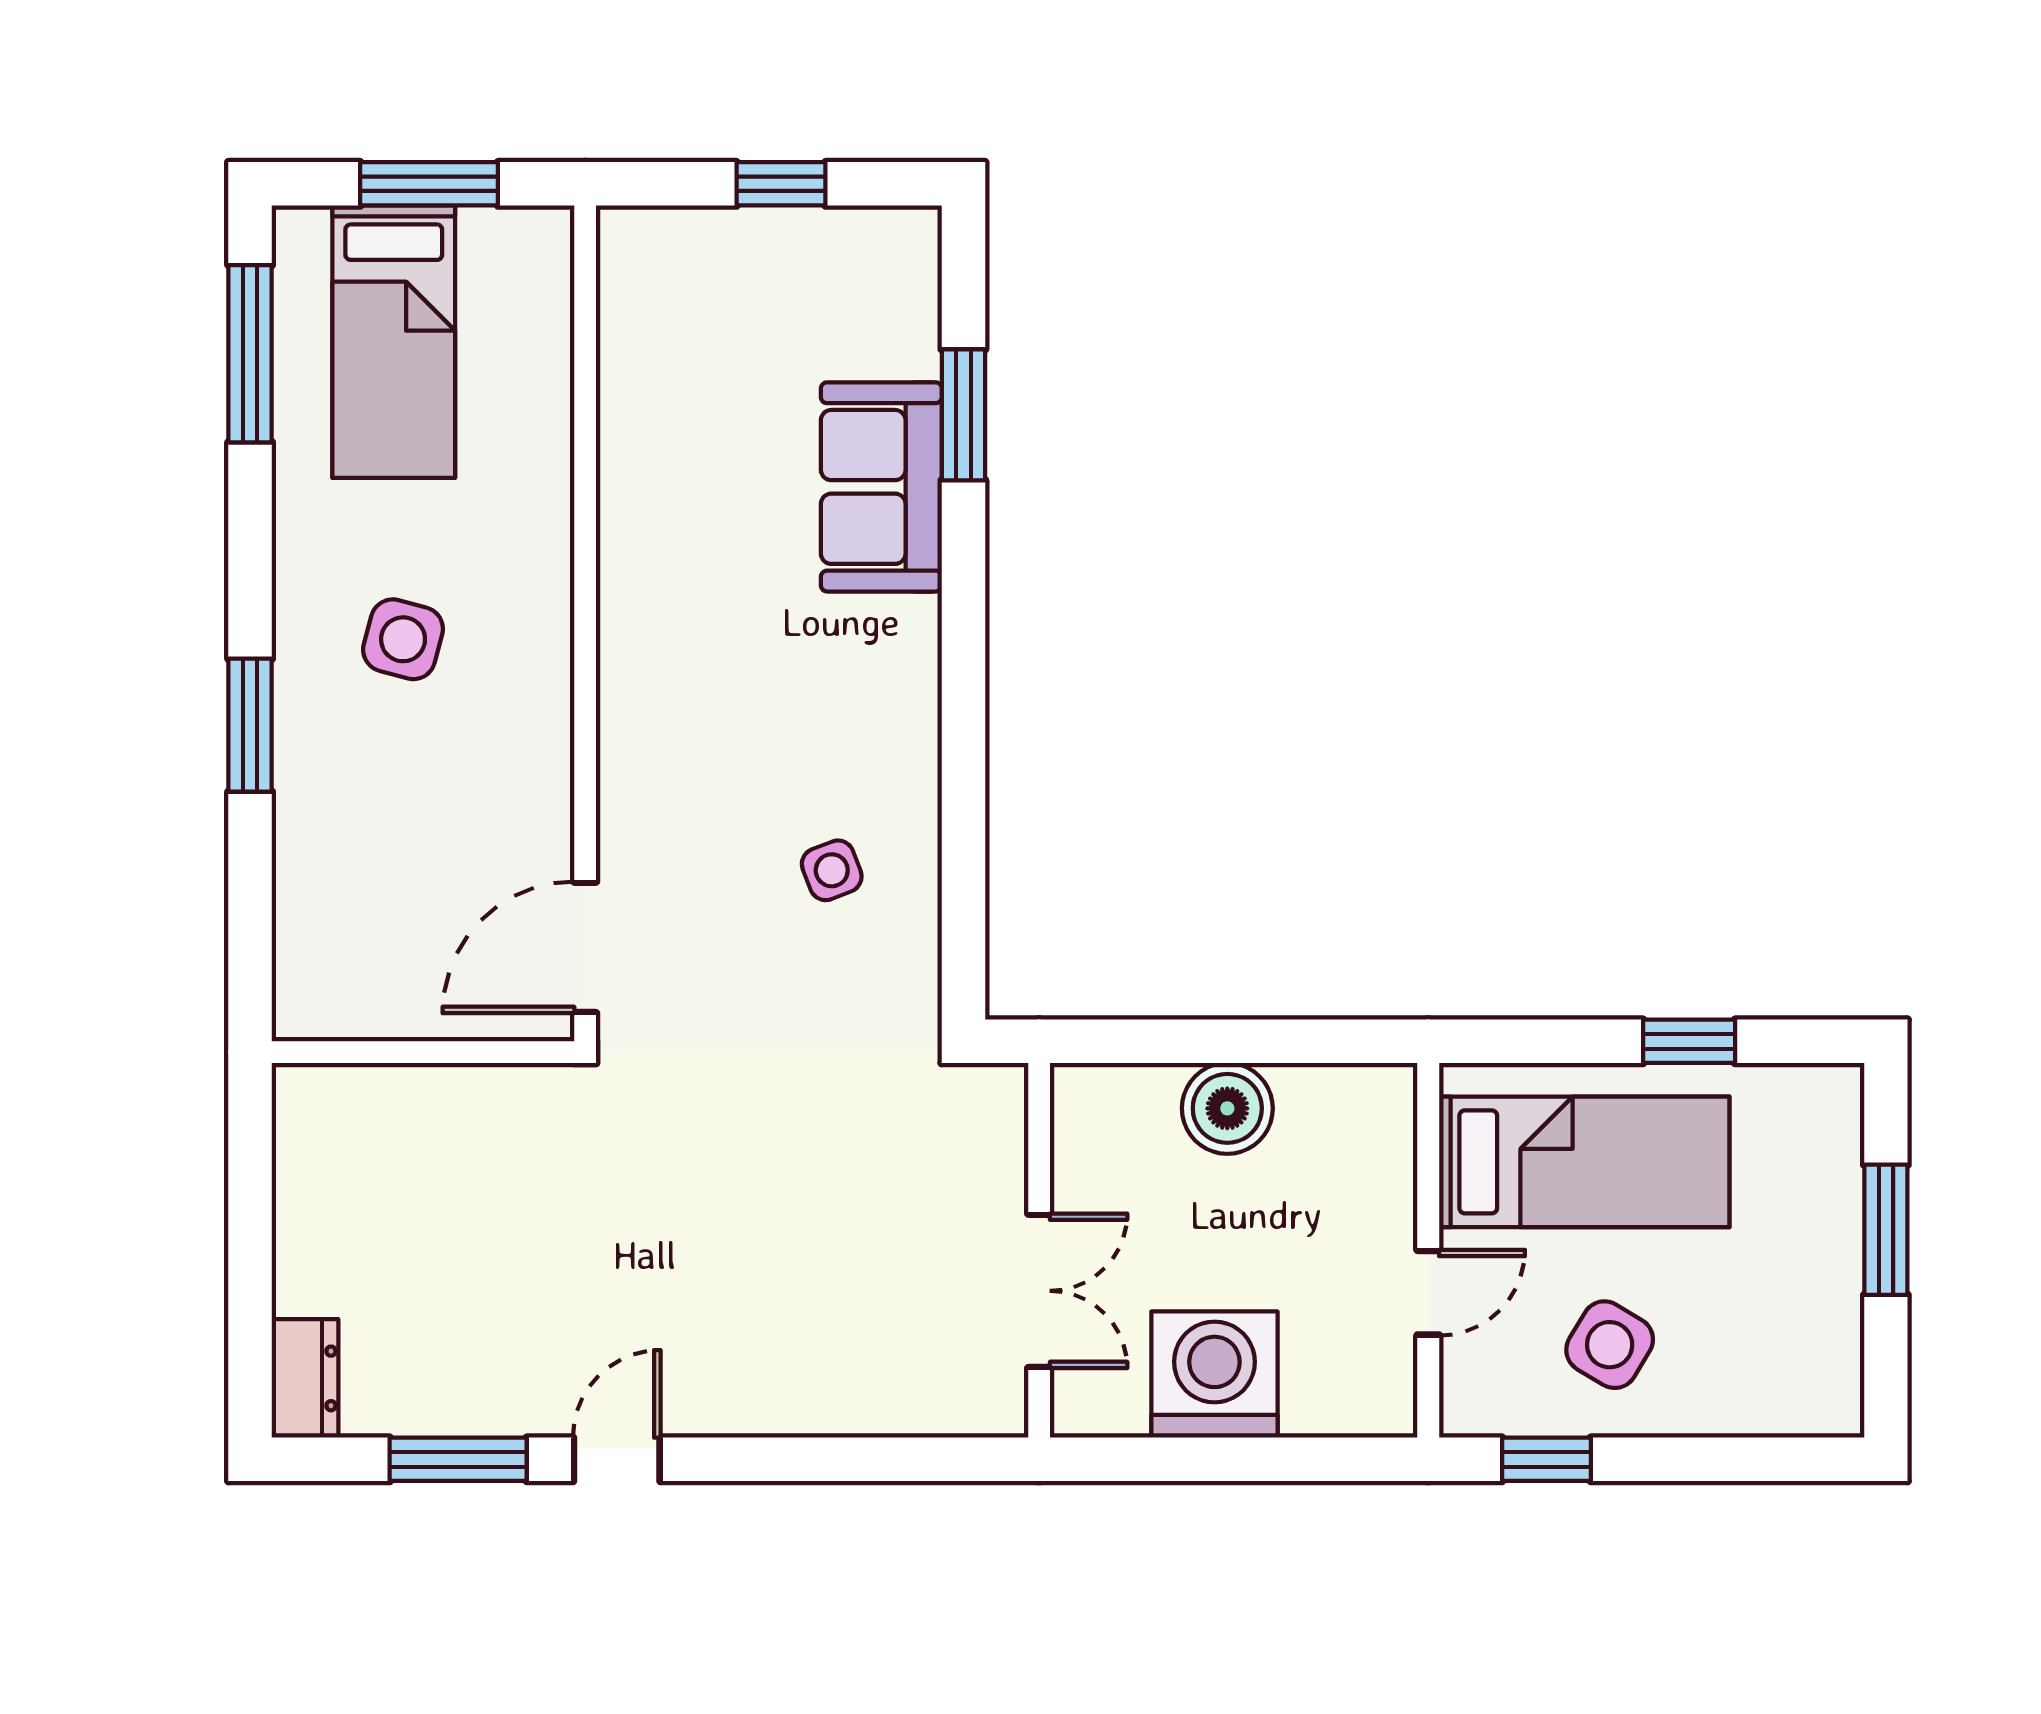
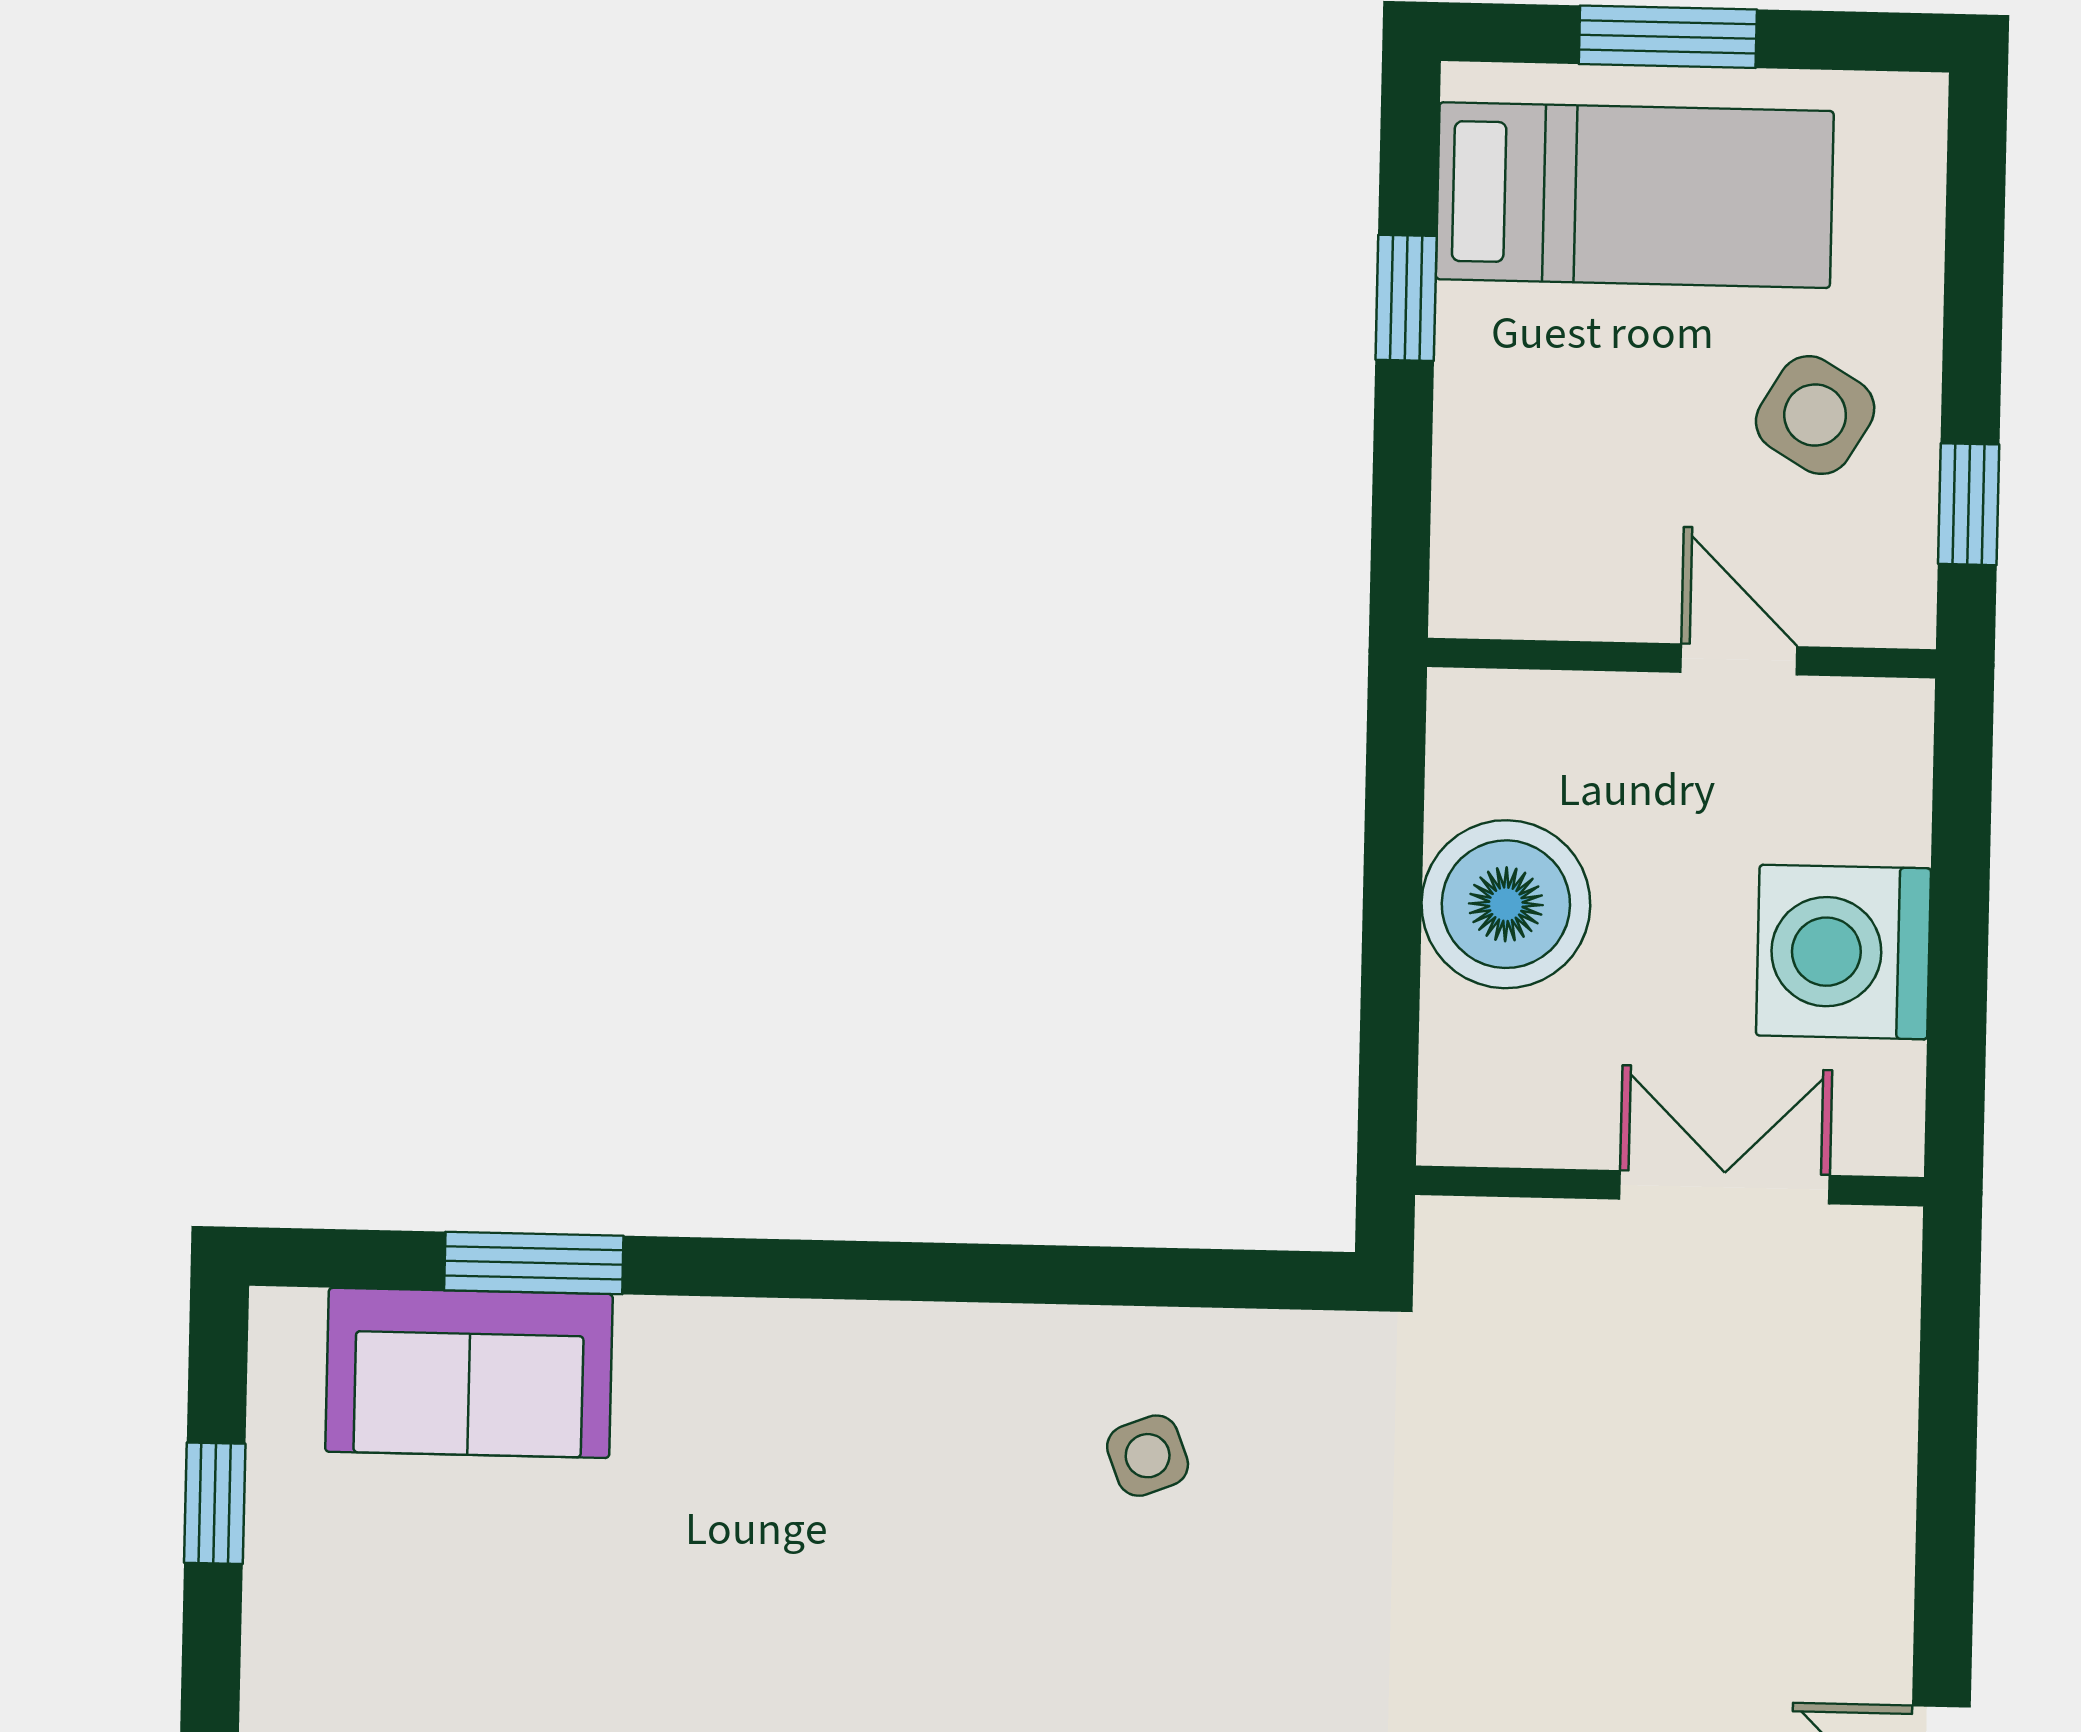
sofa: (881, 487) -> (469, 1373), moved
boiler: (1227, 1108) -> (1506, 904), width x1.37, depth x1.37
bed: (1584, 1162) -> (1635, 195), moved, turned 90

